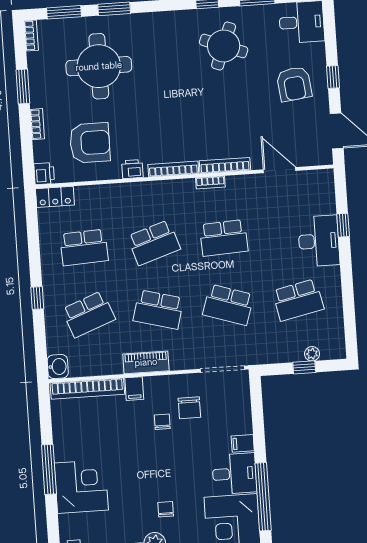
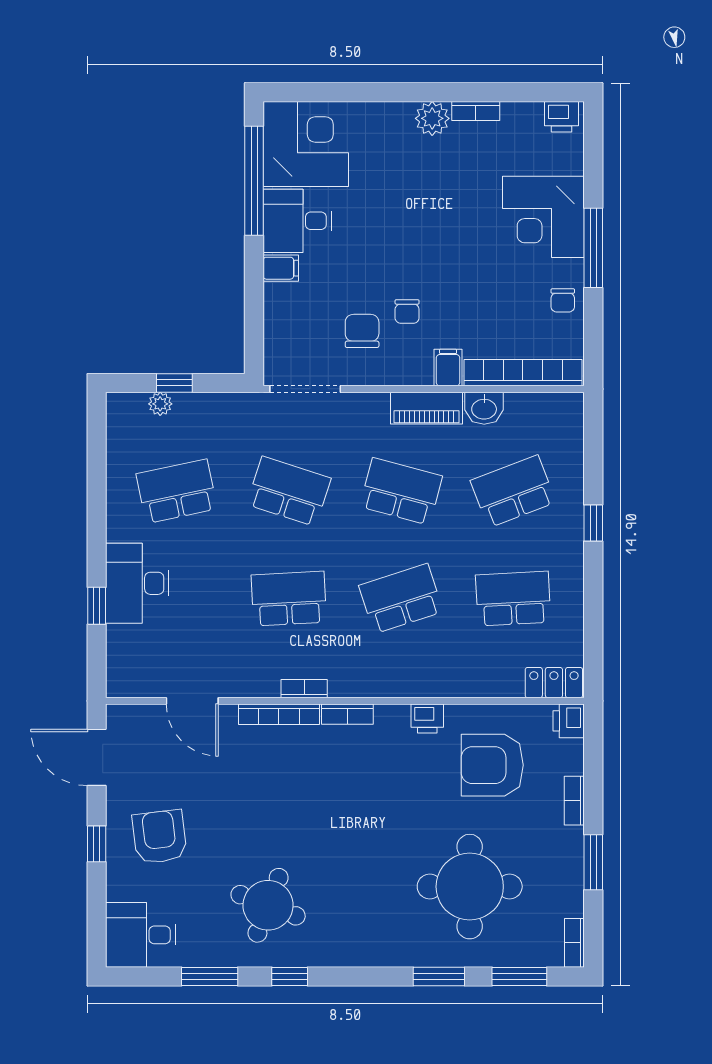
bookcase: (173, 169) -> (347, 714), width x0.64
washbasin: (58, 367) -> (484, 408), moved, turned -90
chair: (166, 509) -> (563, 300), moved

